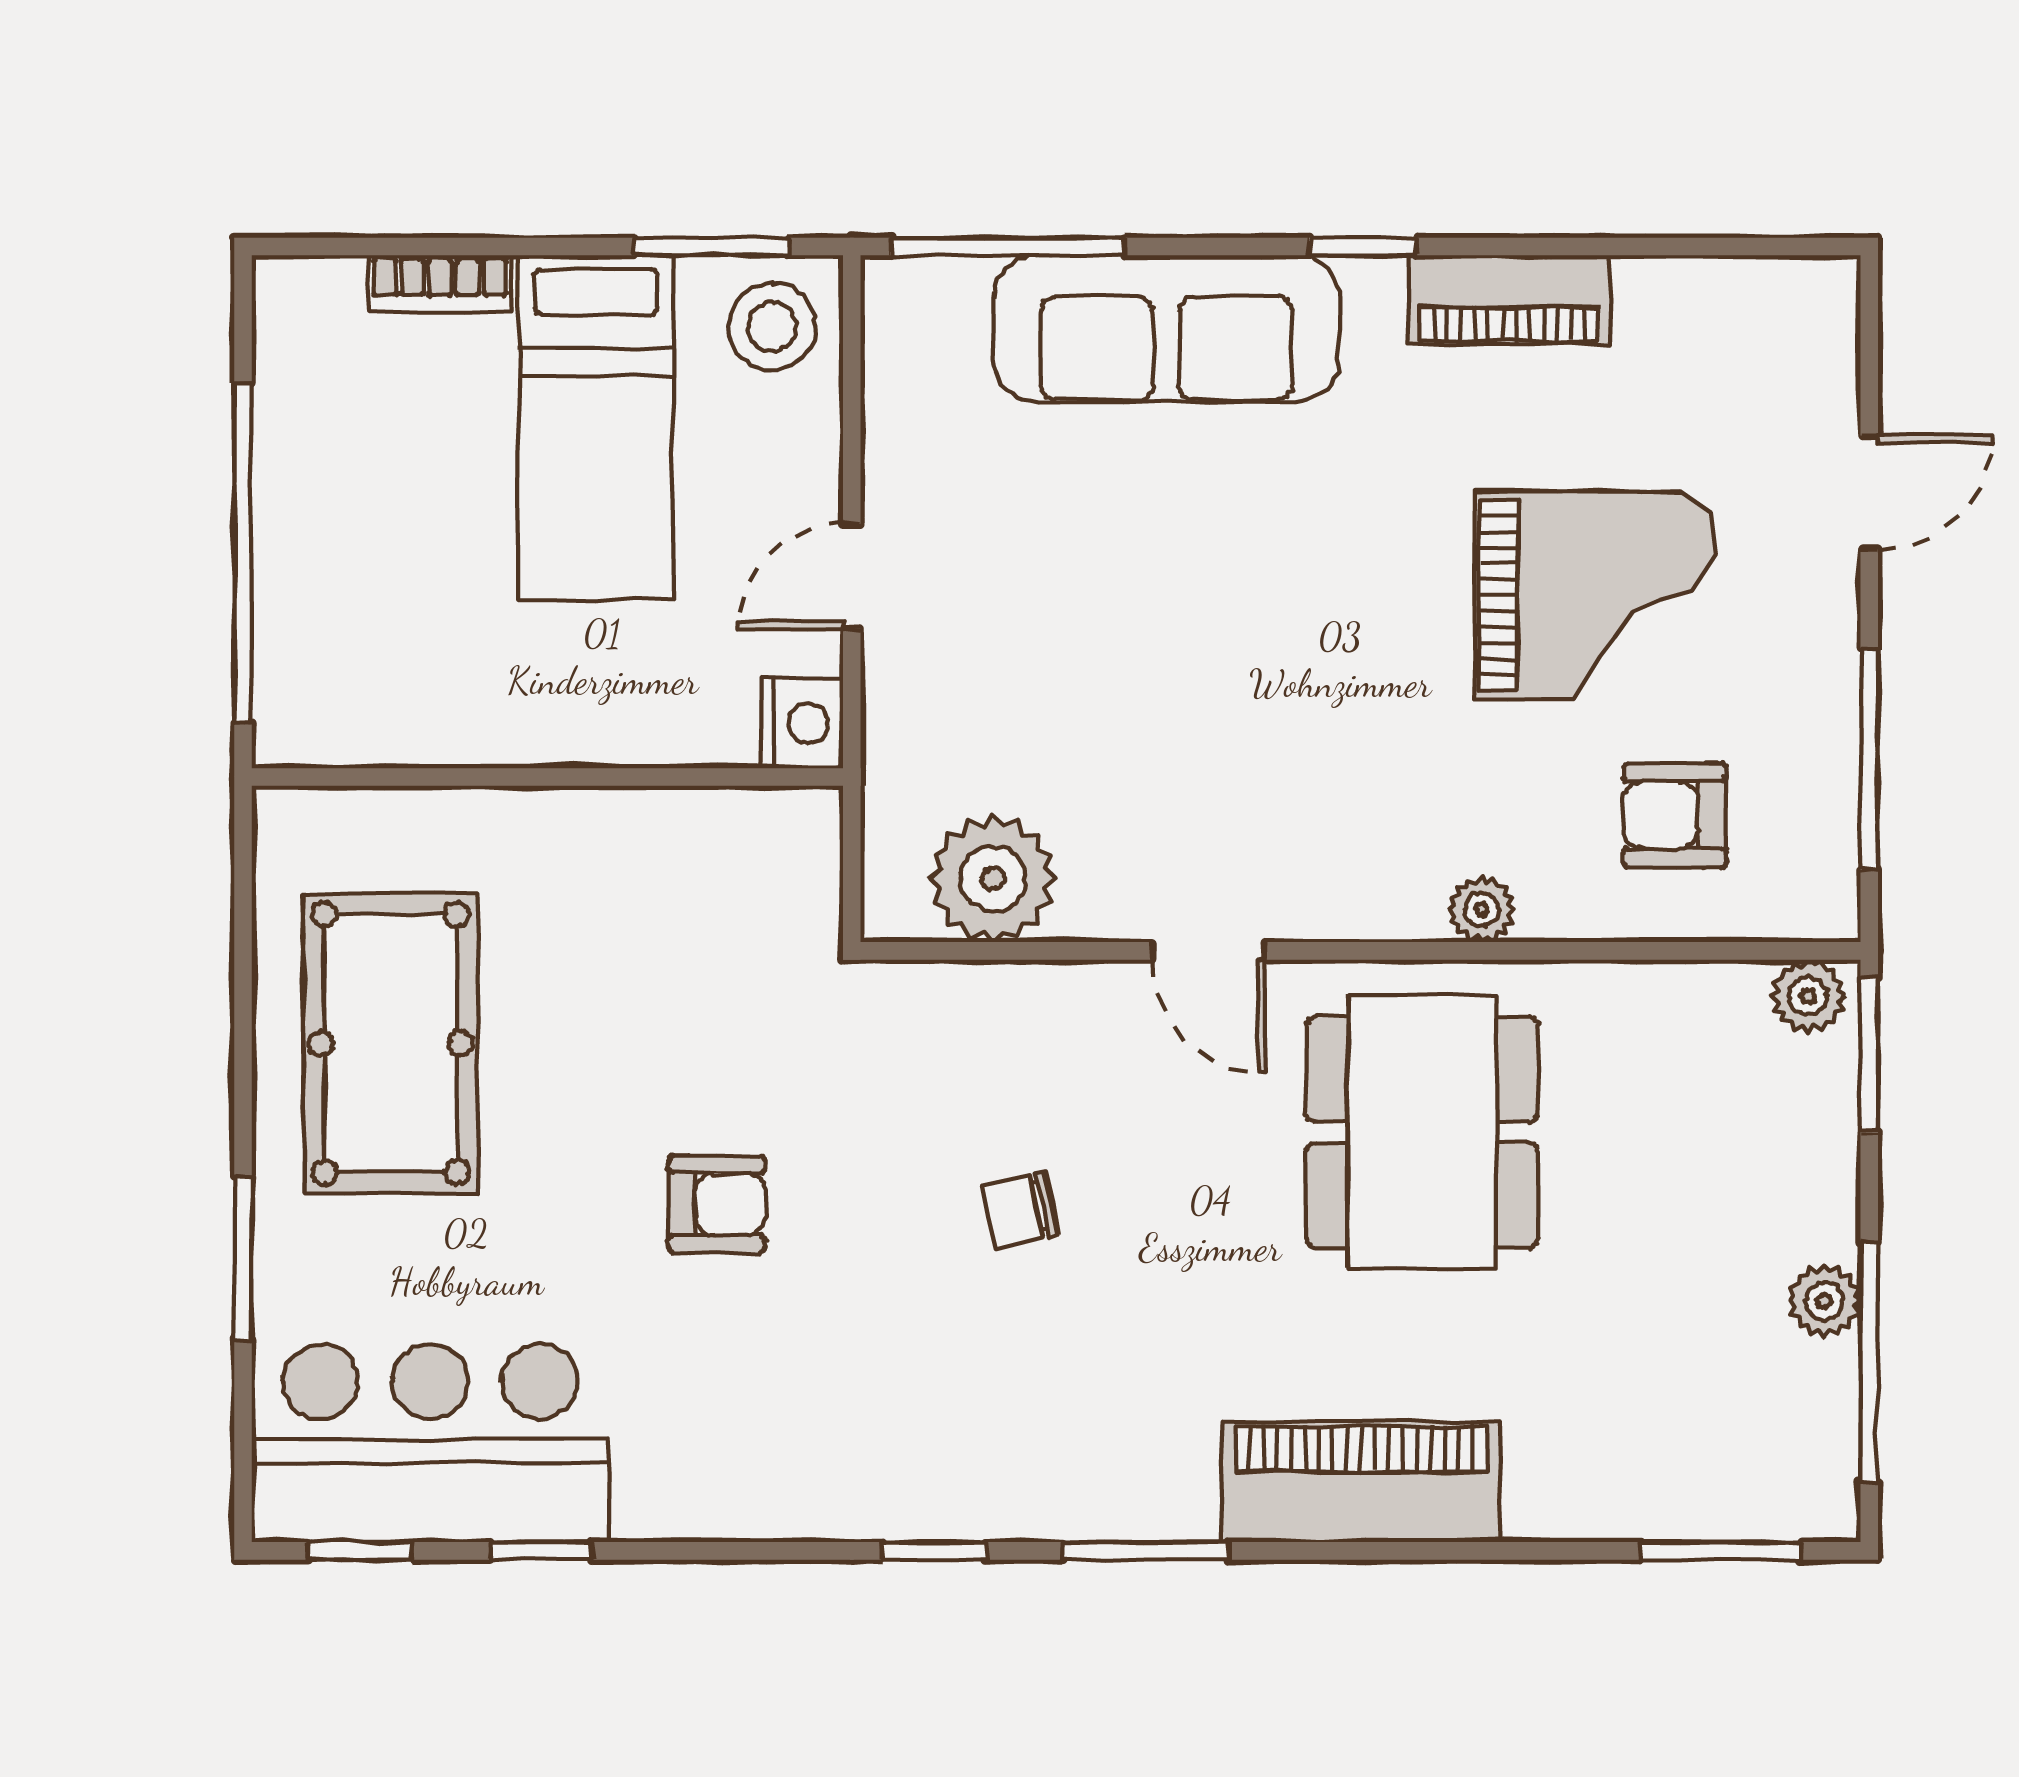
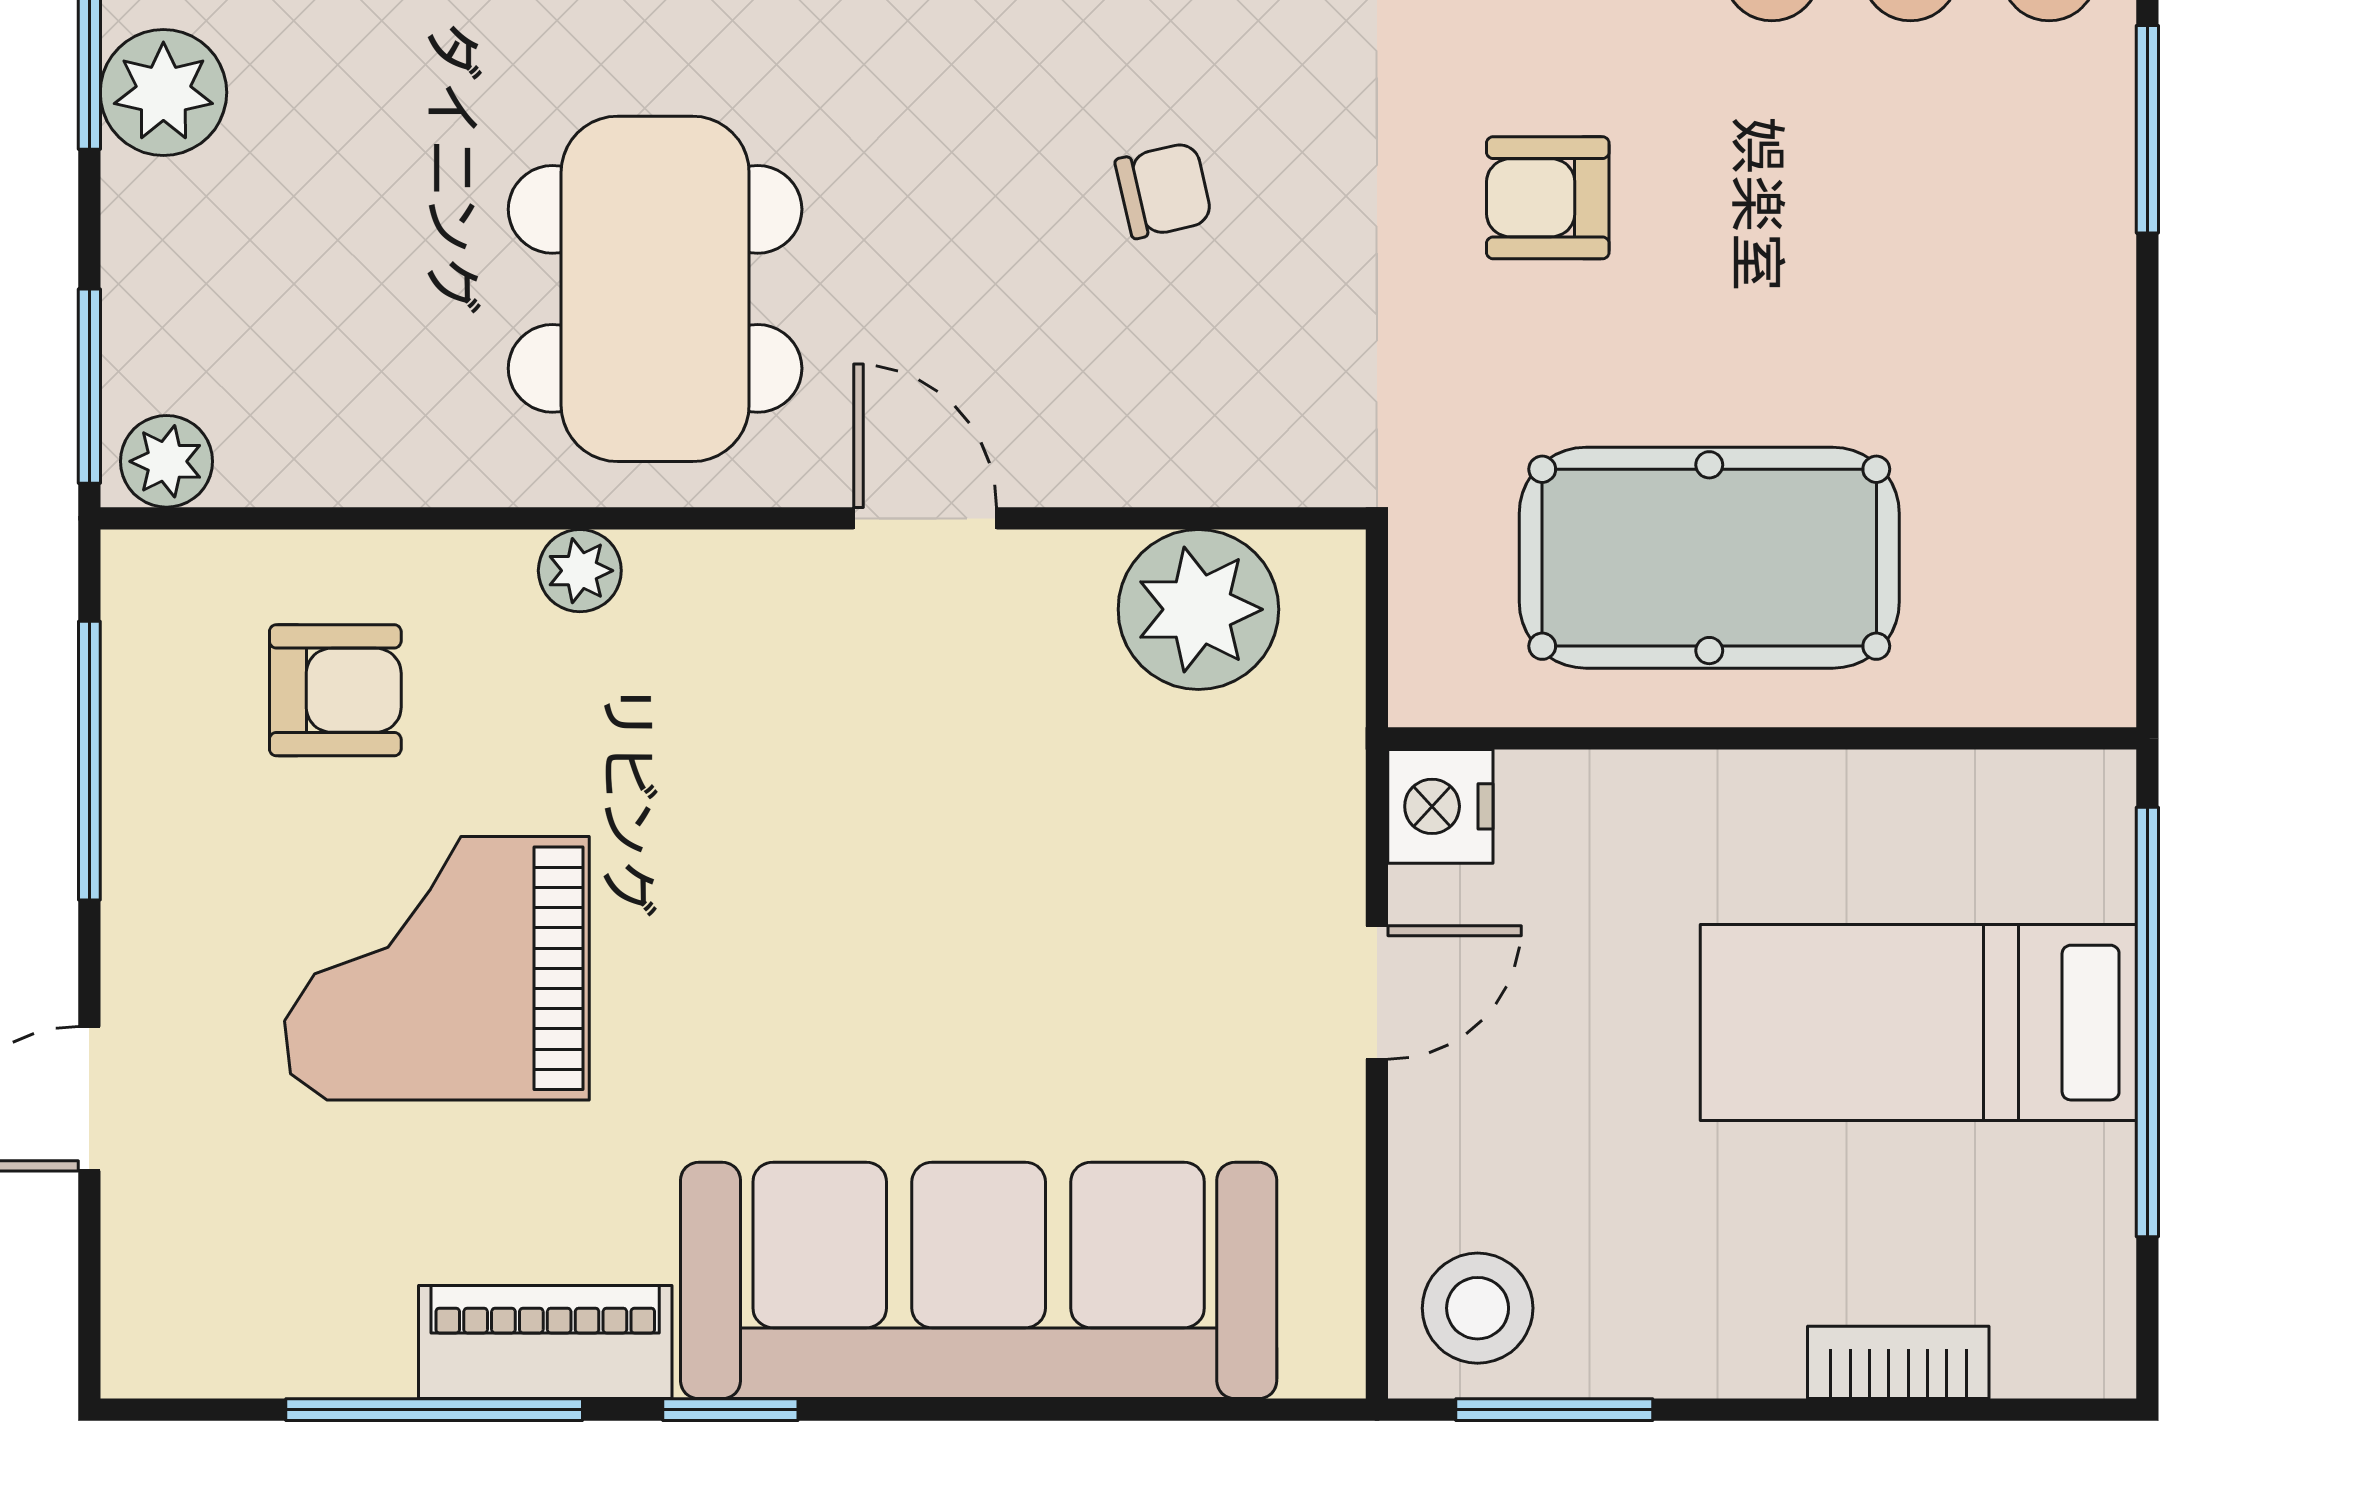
window: (1008, 247) -> (434, 1410), moved
sofa: (1167, 329) -> (979, 1280), width x1.36, depth x1.27
bed: (596, 428) -> (1918, 1023), moved, turned -90
pool table: (391, 1043) -> (1709, 558), moved, turned 90
plant: (1824, 1301) -> (163, 92), width x1.38, depth x1.38

